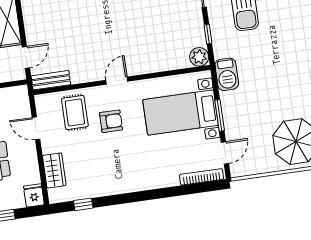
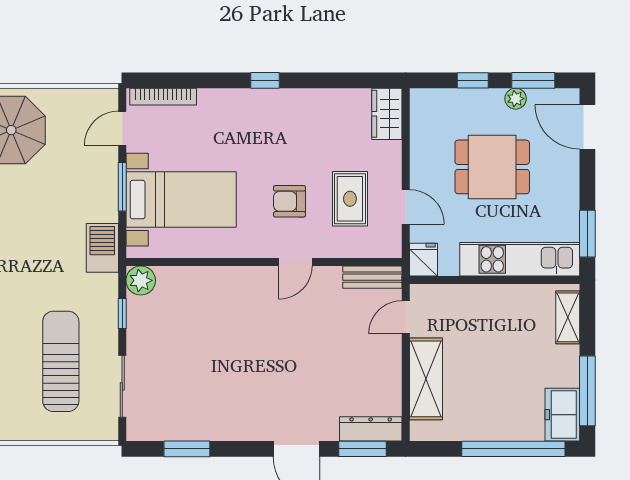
door: (117, 81) -> (295, 262), moved
rug: (75, 112) -> (350, 199), moved
wardrobe: (54, 170) -> (387, 114), moved
fridge: (34, 195) -> (423, 260), moved, turned 180
window: (83, 204) -> (265, 80), moved

